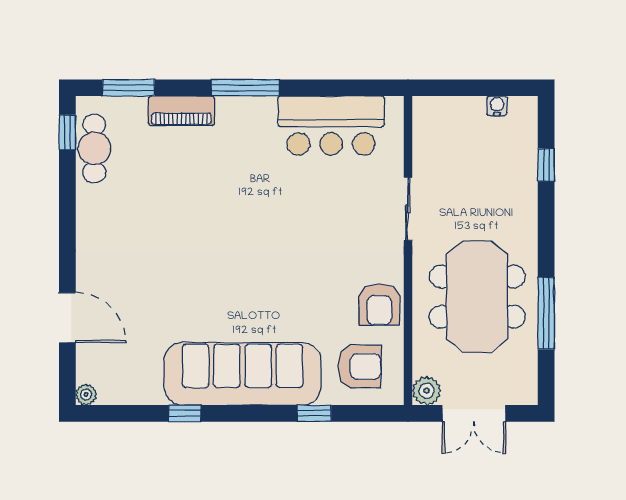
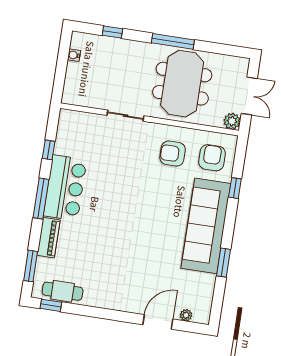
window: (330, 88) -> (49, 150), added
bar counter: (331, 126) -> (65, 188), moved
meeting table: (477, 297) -> (182, 84), turned 90
armchair: (379, 304) -> (173, 154), moved, turned 180
window: (546, 313) -> (173, 41), moved
plant: (86, 395) -> (186, 315), moved
window: (185, 413) -> (223, 263), width x1.50

